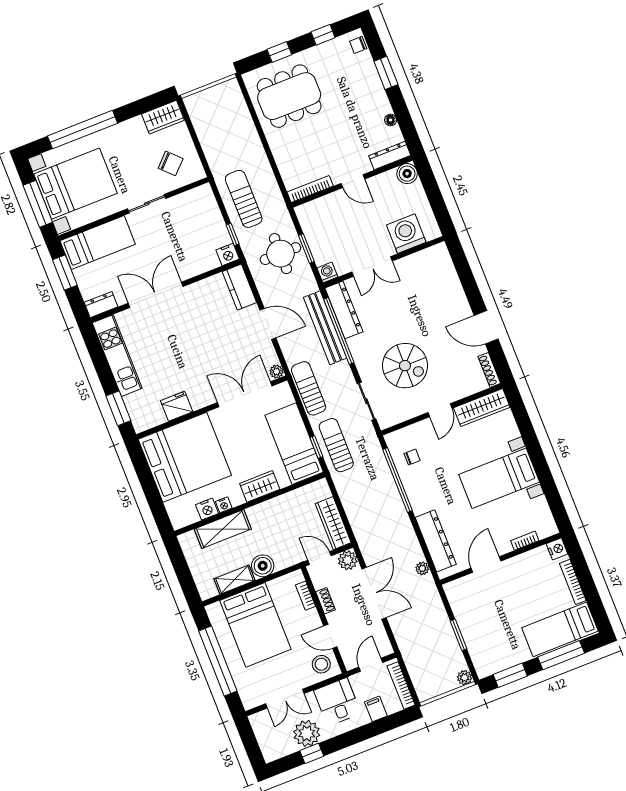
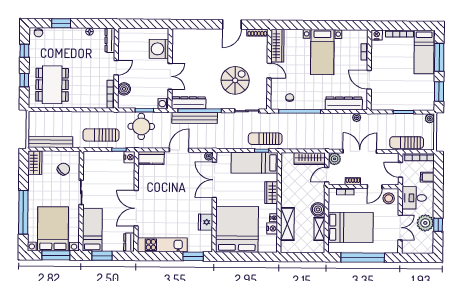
bench: (203, 128) -> (50, 142), added
boiler: (407, 174) -> (124, 89), moved
sun lounger: (309, 388) -> (407, 143), moved

